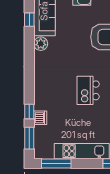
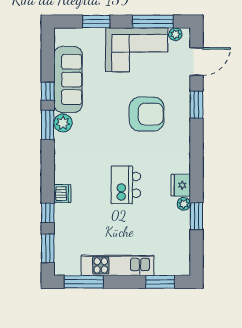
window: (29, 45) -> (48, 125), added
dishwasher: (40, 118) -> (62, 194), moved

